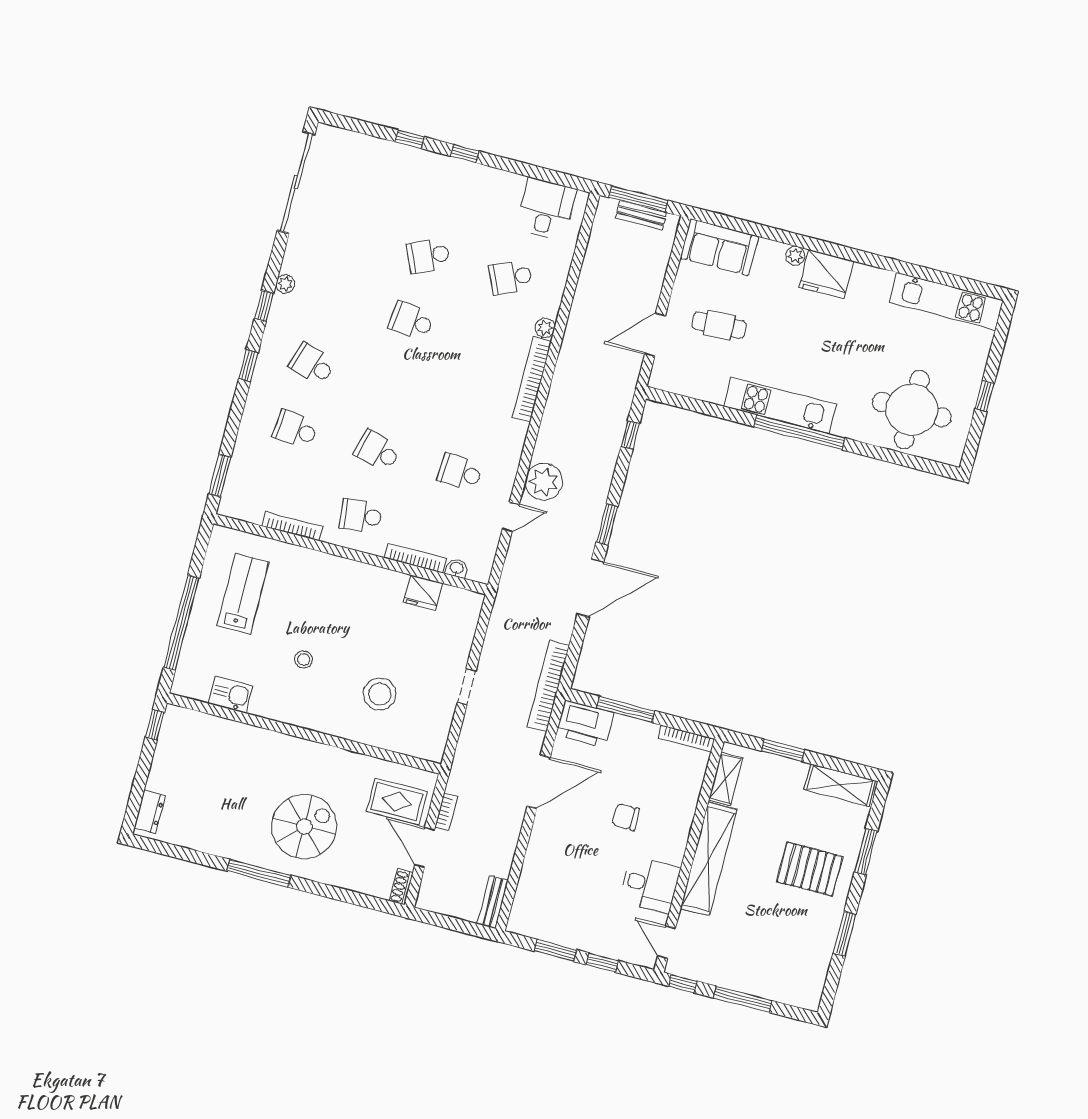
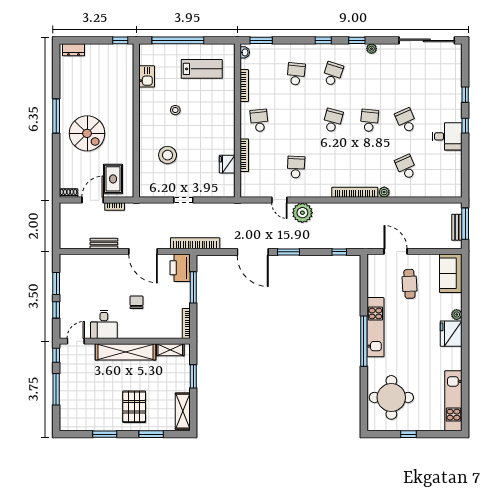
desk: (546, 209) -> (447, 136), moved
school desk: (378, 451) -> (333, 121), moved
washbasin: (457, 568) -> (245, 52), moved
bench: (493, 902) -> (104, 243), moved

